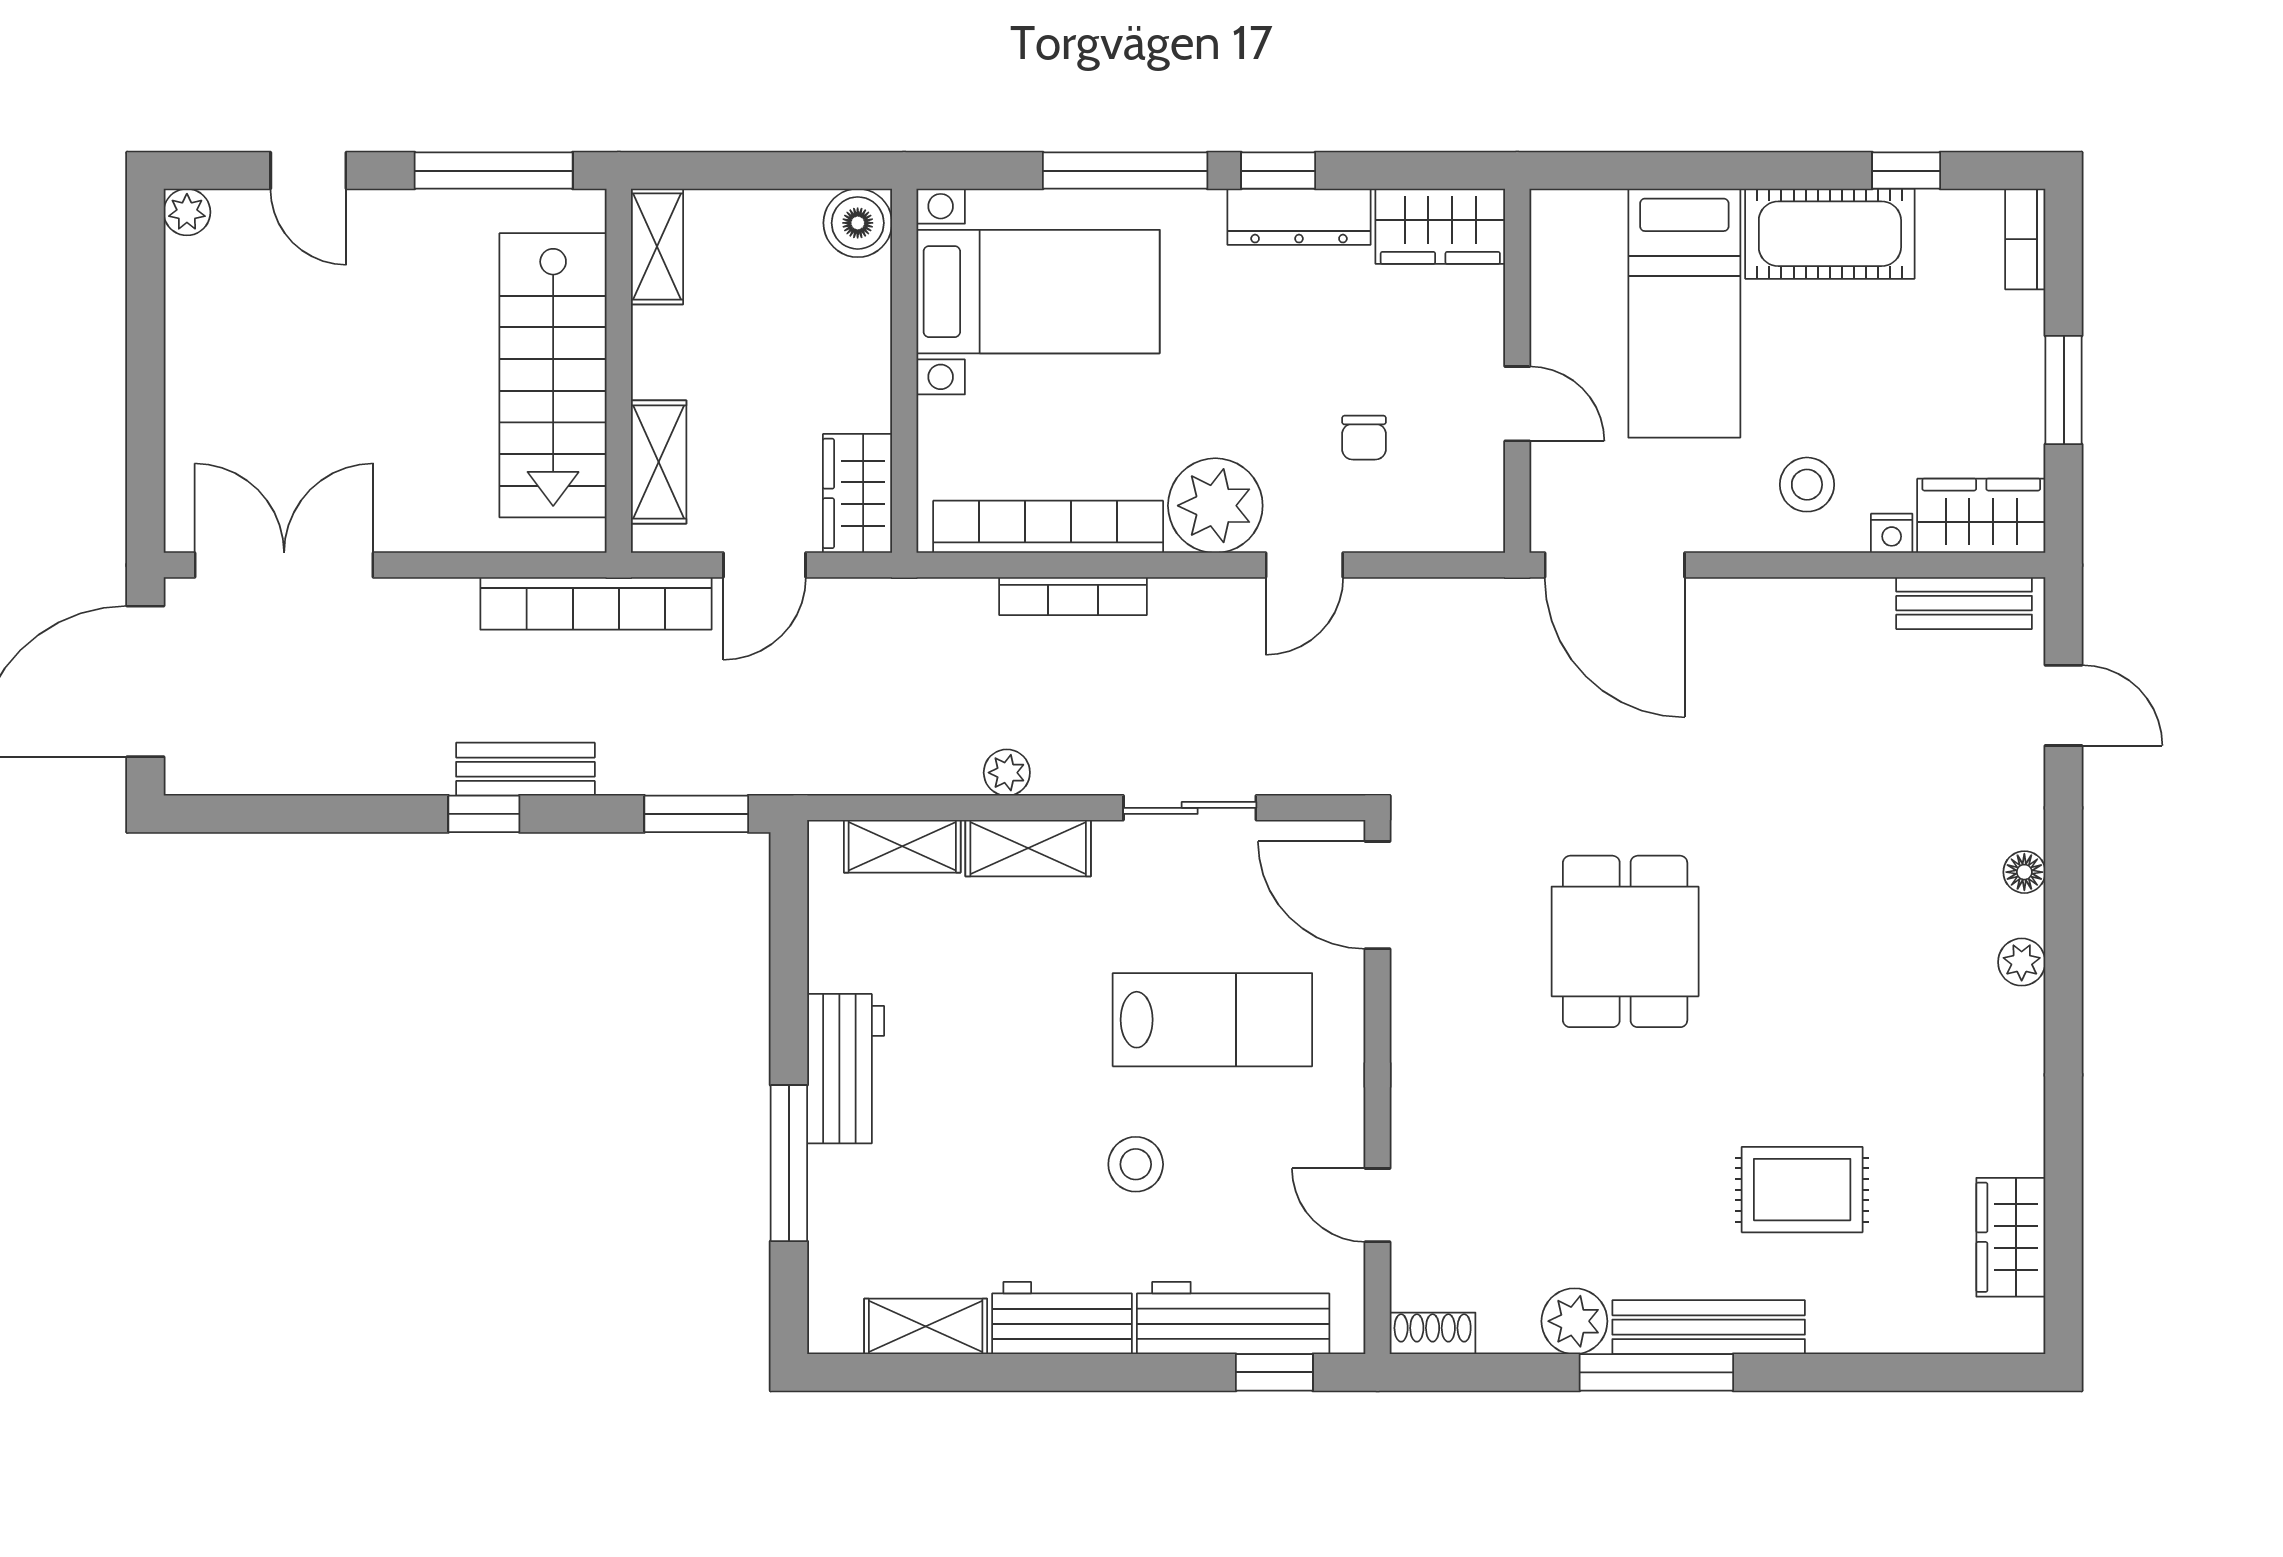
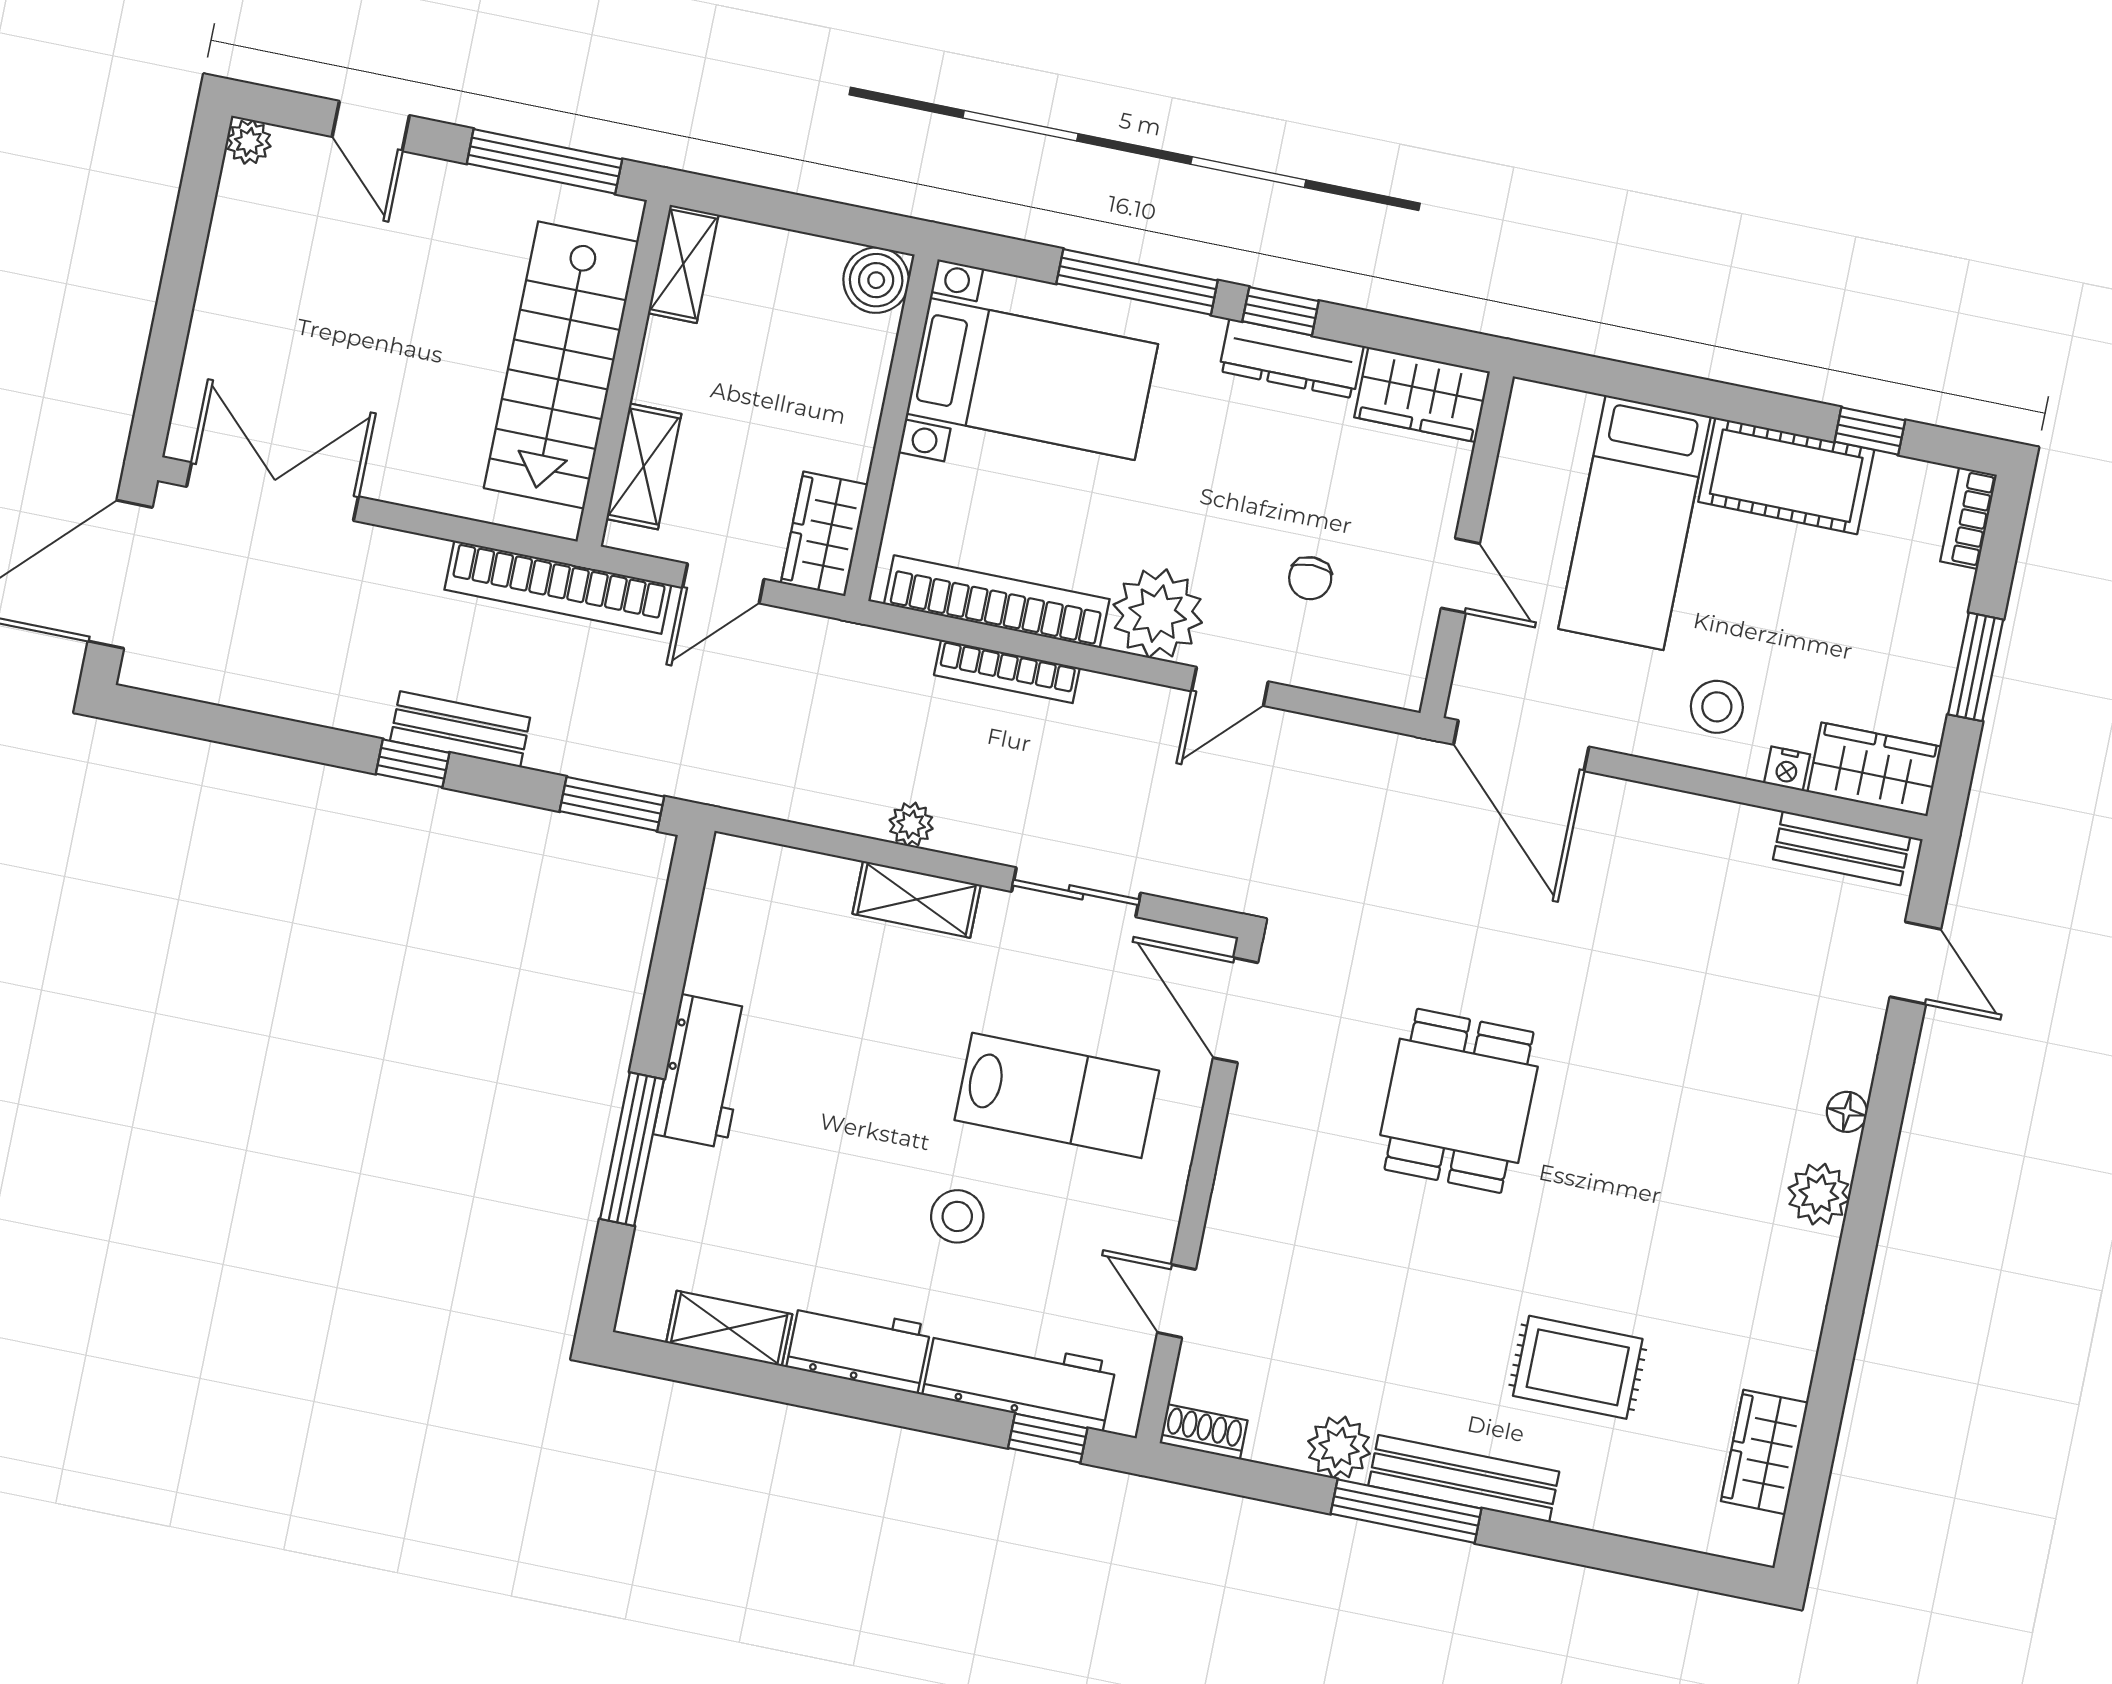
shelving: (902, 846) -> (799, 873), removed
plant: (2022, 962) -> (1819, 1194), width x1.38, depth x1.38

